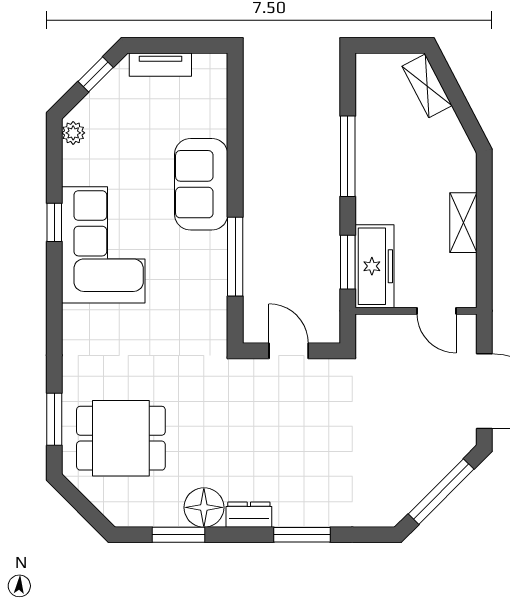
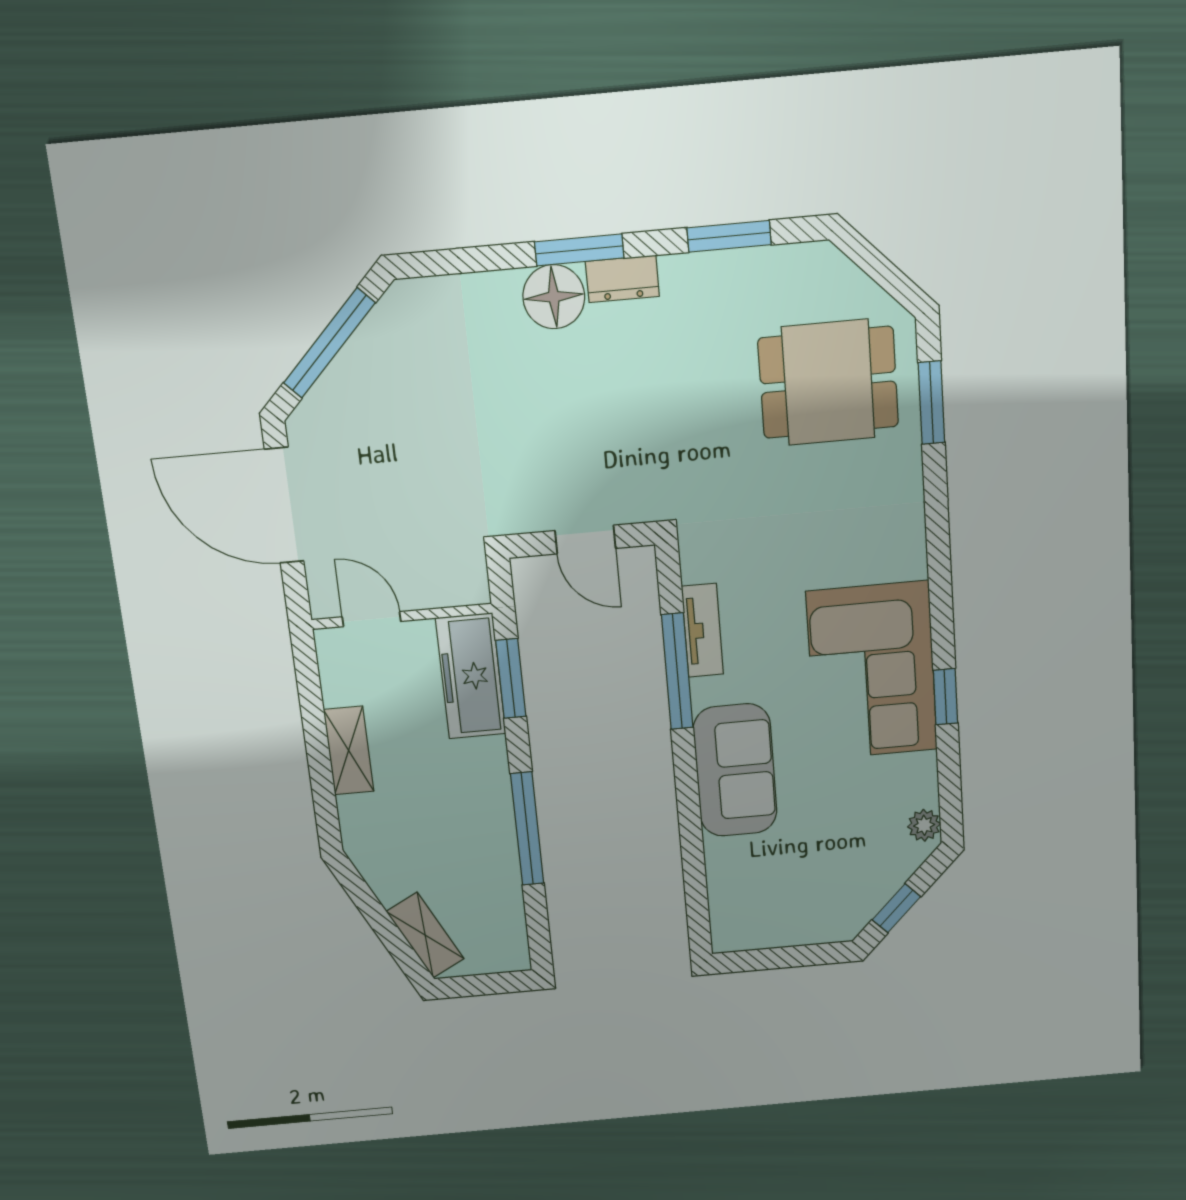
tv unit: (160, 65) -> (702, 630), moved, turned 90
floor lamp: (204, 507) -> (554, 297), moved
window: (302, 535) -> (579, 250), moved

